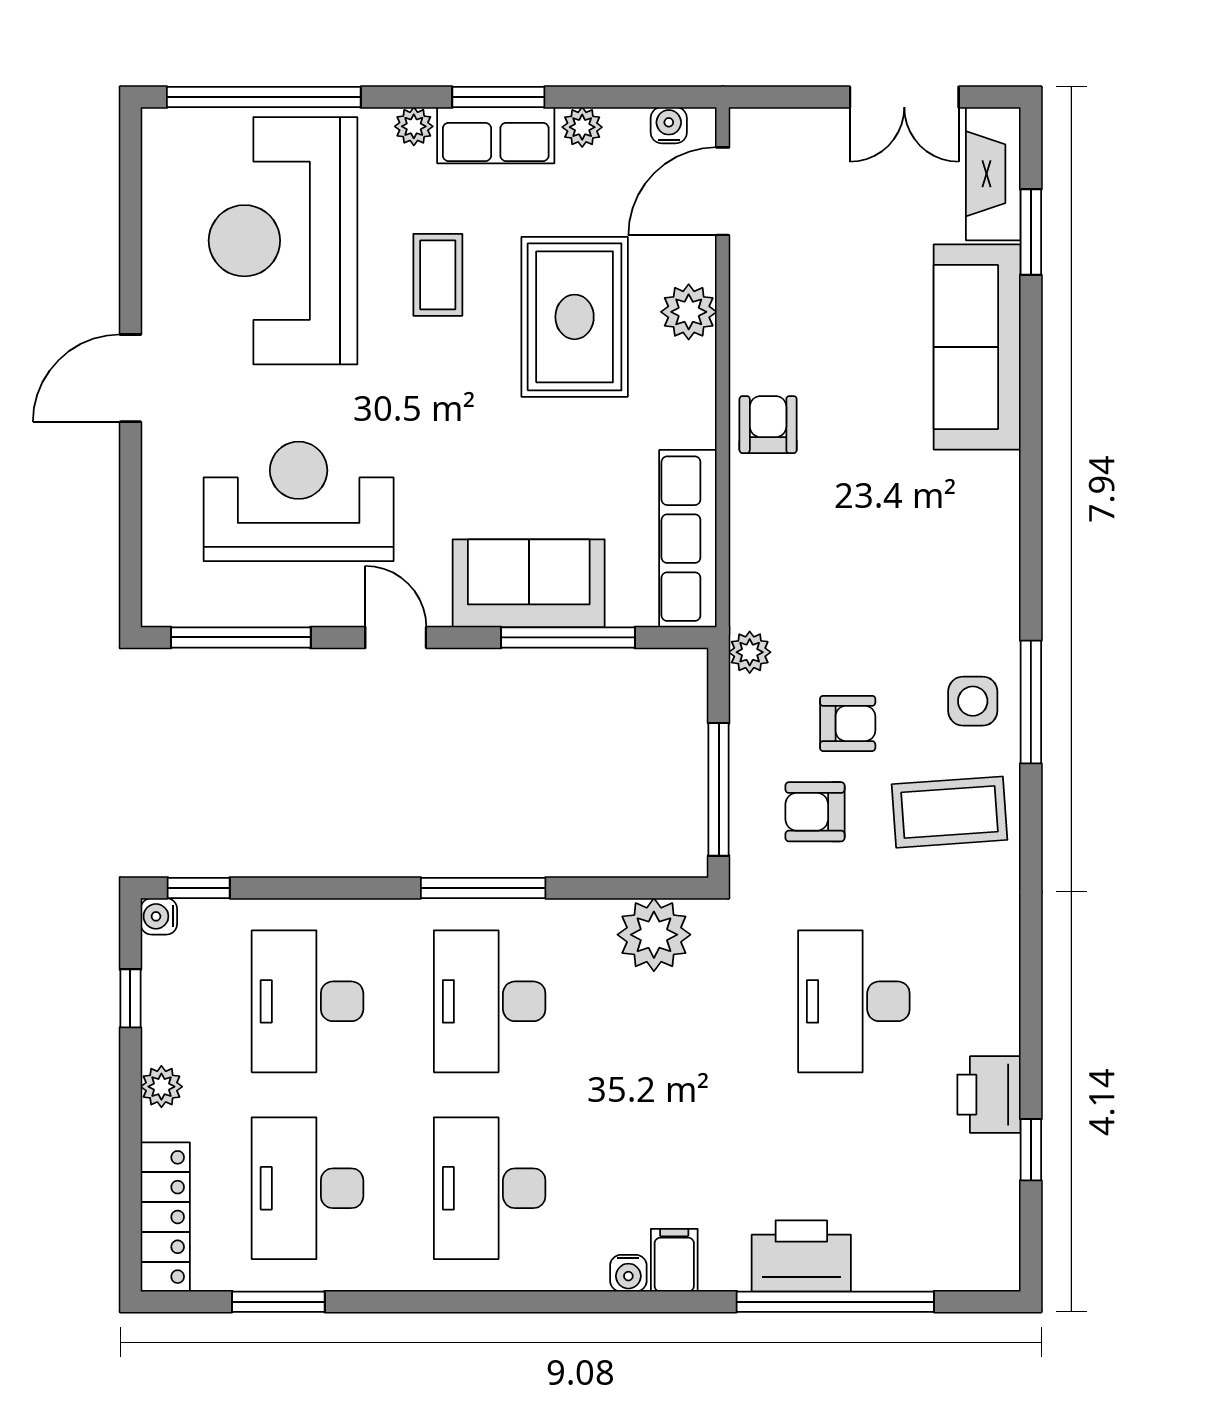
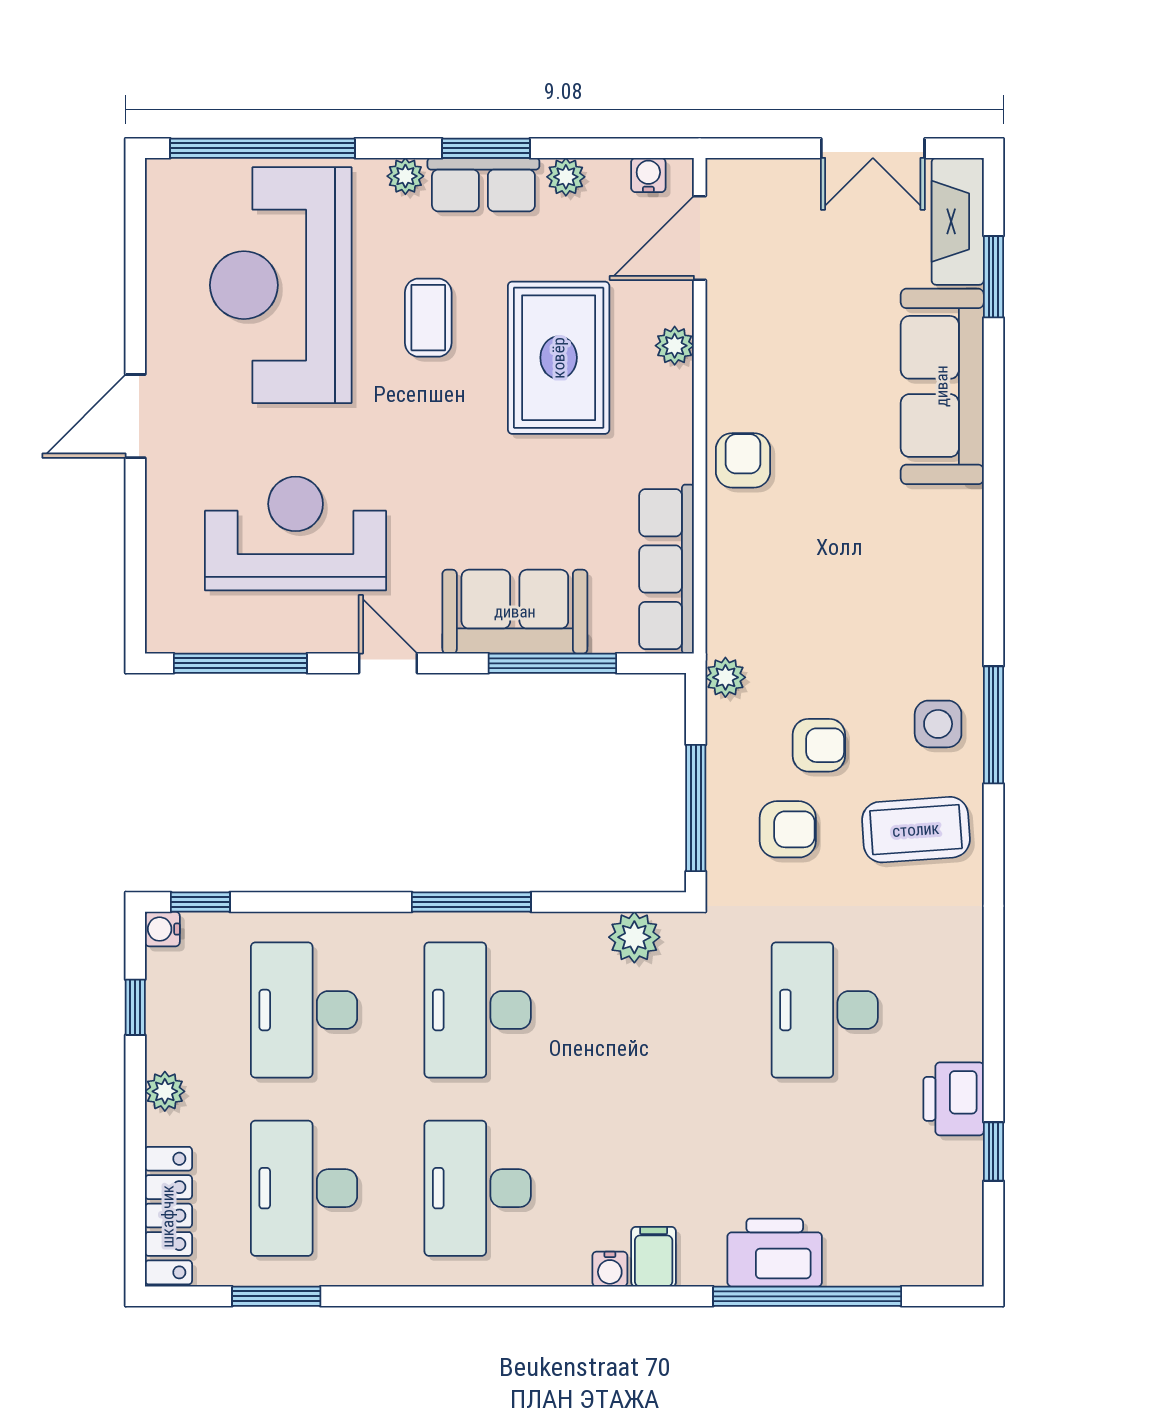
plant: (689, 312) -> (675, 346), width x0.73, depth x0.73
armchair: (815, 812) -> (788, 829), turned 180
plant: (654, 935) -> (634, 937), width x0.73, depth x0.73

